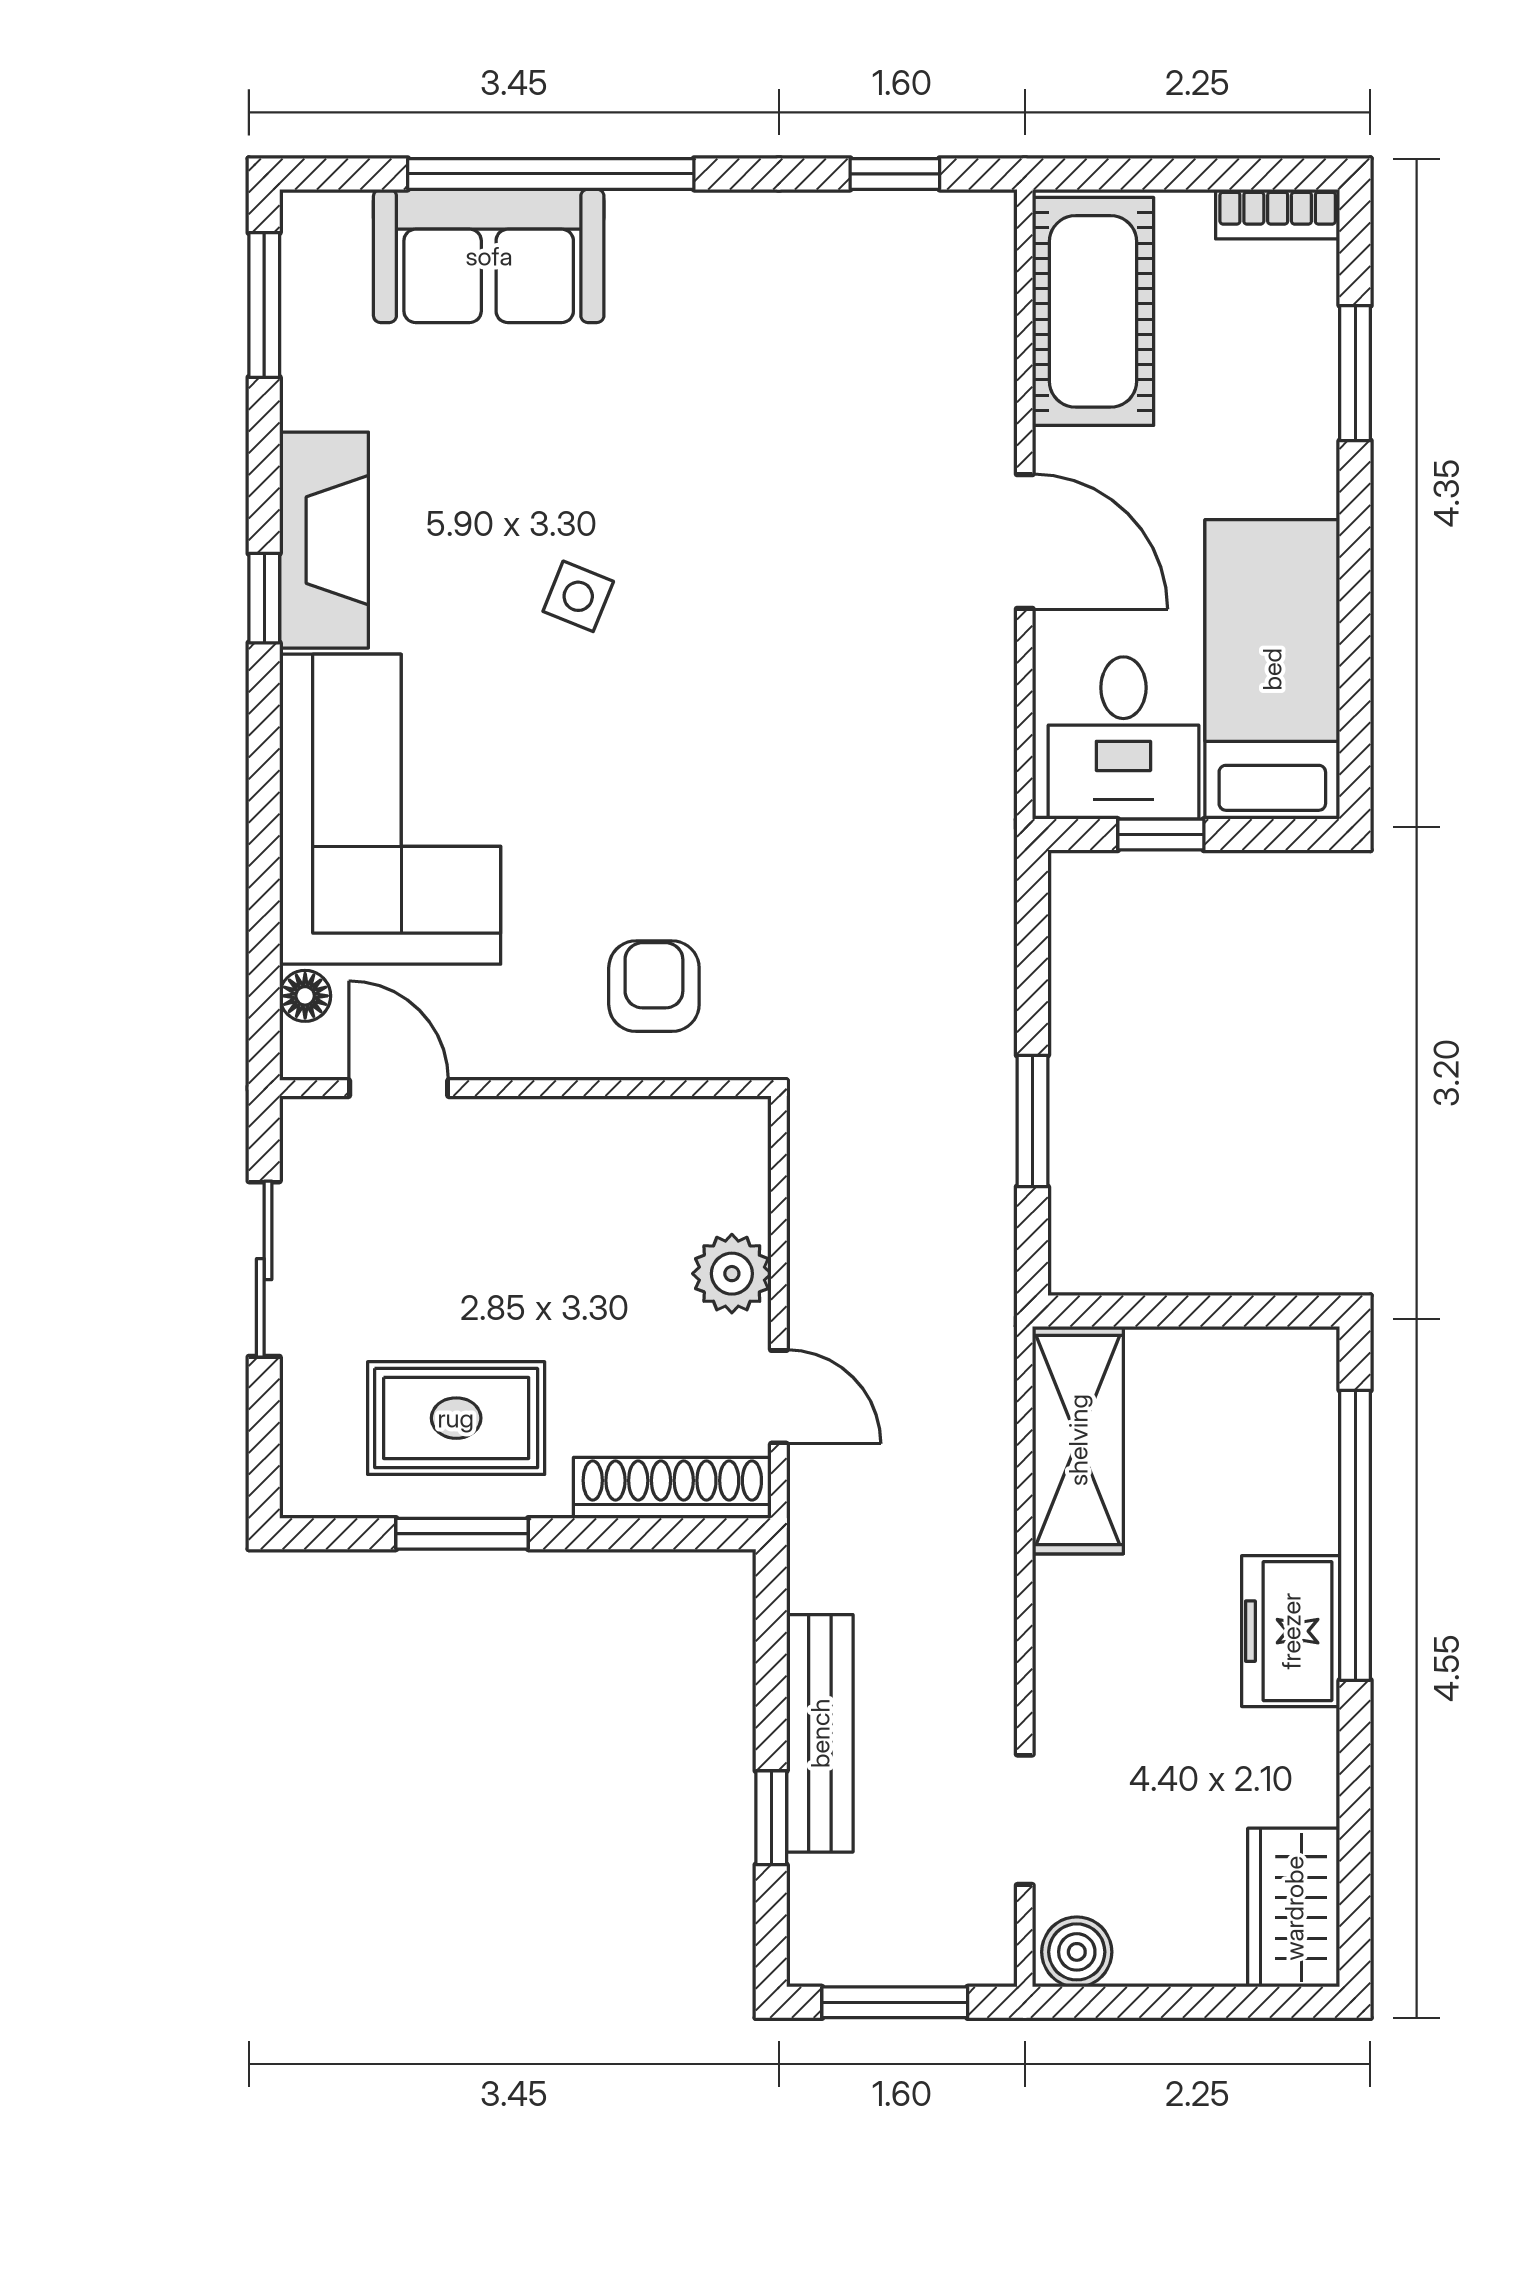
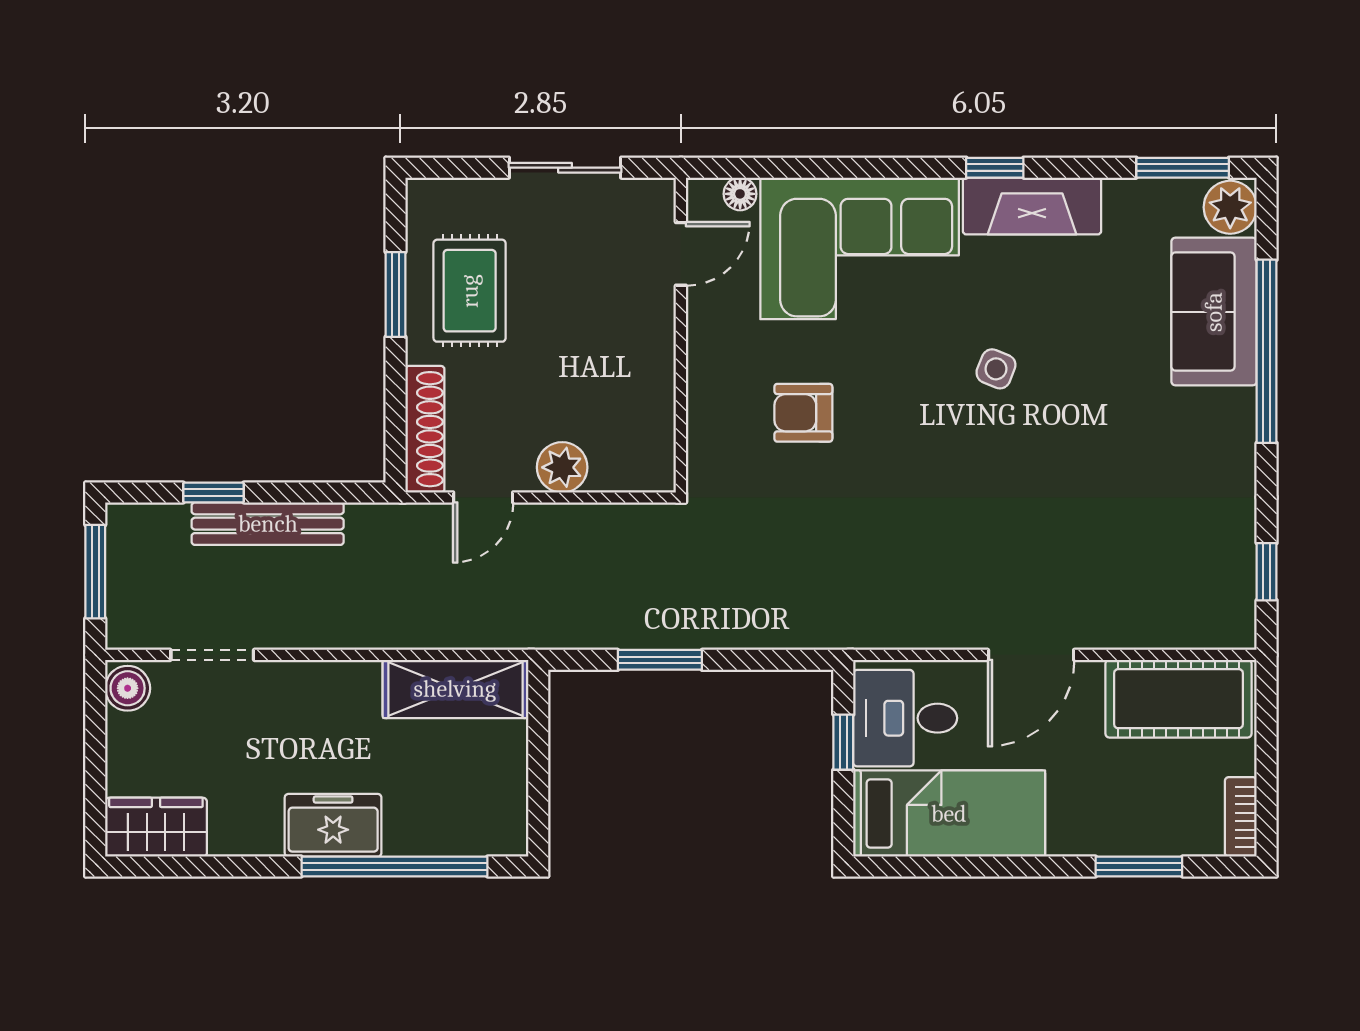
plant: (326, 231) -> (1230, 207), added
armchair: (654, 986) -> (803, 413), moved, turned 180

